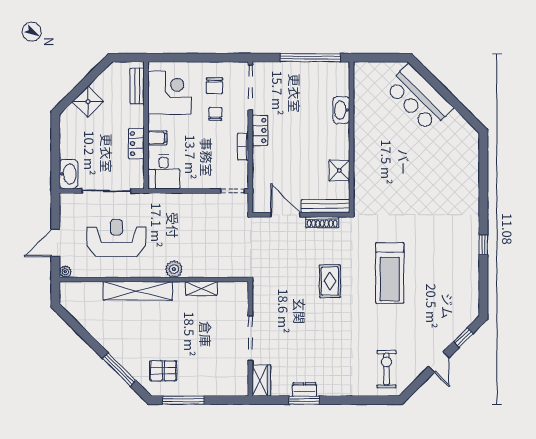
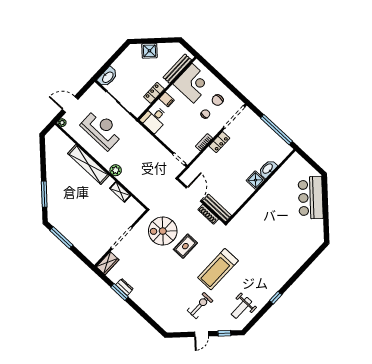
bench: (137, 86) -> (177, 69), width x1.36
shower: (339, 171) -> (256, 180), moved
spiral stairs: (289, 288) -> (163, 231), added
weight bench: (456, 292) -> (241, 308), added
exercise bike: (387, 369) -> (200, 305), moved
pallet: (163, 371) -> (65, 214), removed

